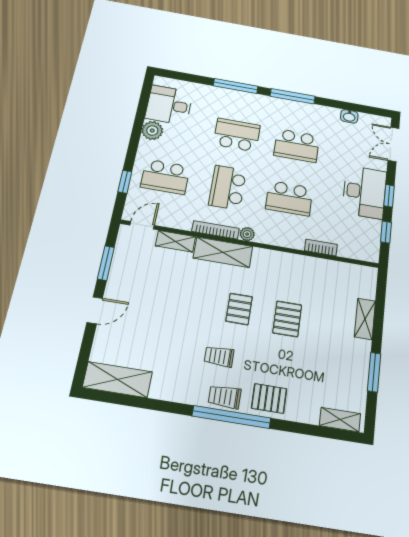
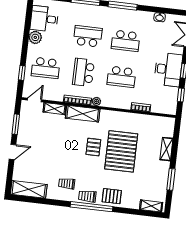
pallet: (287, 319) -> (121, 151), width x2.05, depth x2.00
trolley: (219, 356) -> (67, 183), moved

